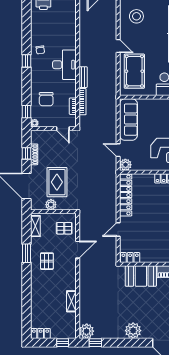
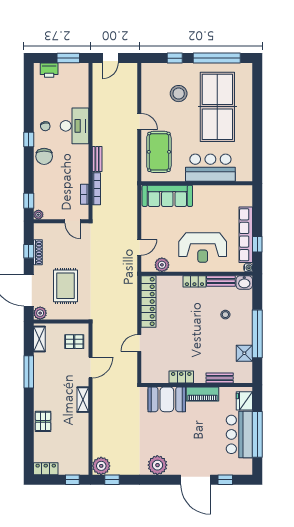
stool: (136, 16) -> (179, 94), moved
desk: (64, 65) -> (74, 126), moved
chair: (46, 99) -> (44, 156), moved
sofa: (128, 120) -> (167, 196), moved, turned 90
door: (118, 150) -> (139, 247), swing flipped
plant: (125, 165) -> (162, 265), moved
plant: (51, 205) -> (40, 313), moved
window: (27, 253) -> (29, 372), width x1.44
locker: (130, 258) -> (181, 377), moved
pallet: (47, 261) -> (43, 421), moved
shelving: (71, 301) -> (83, 400), moved

